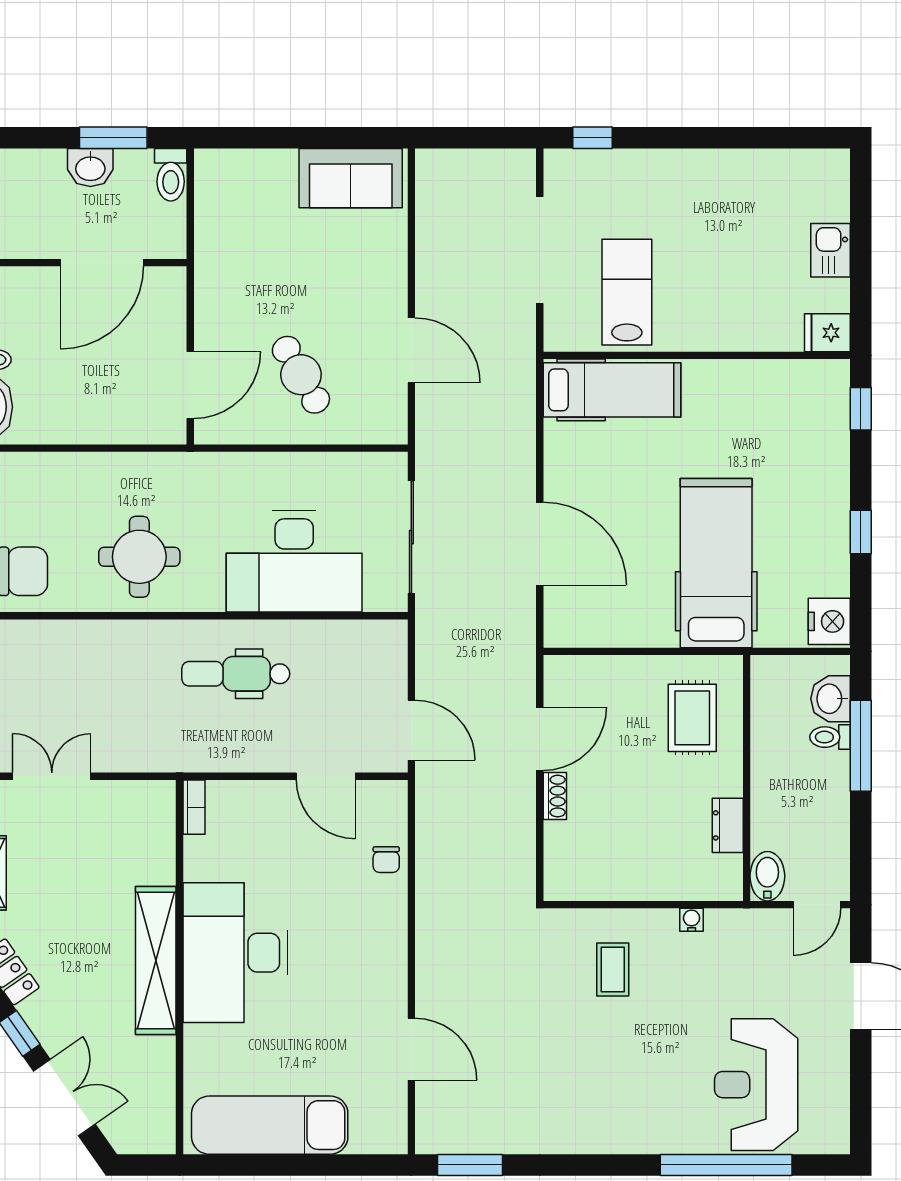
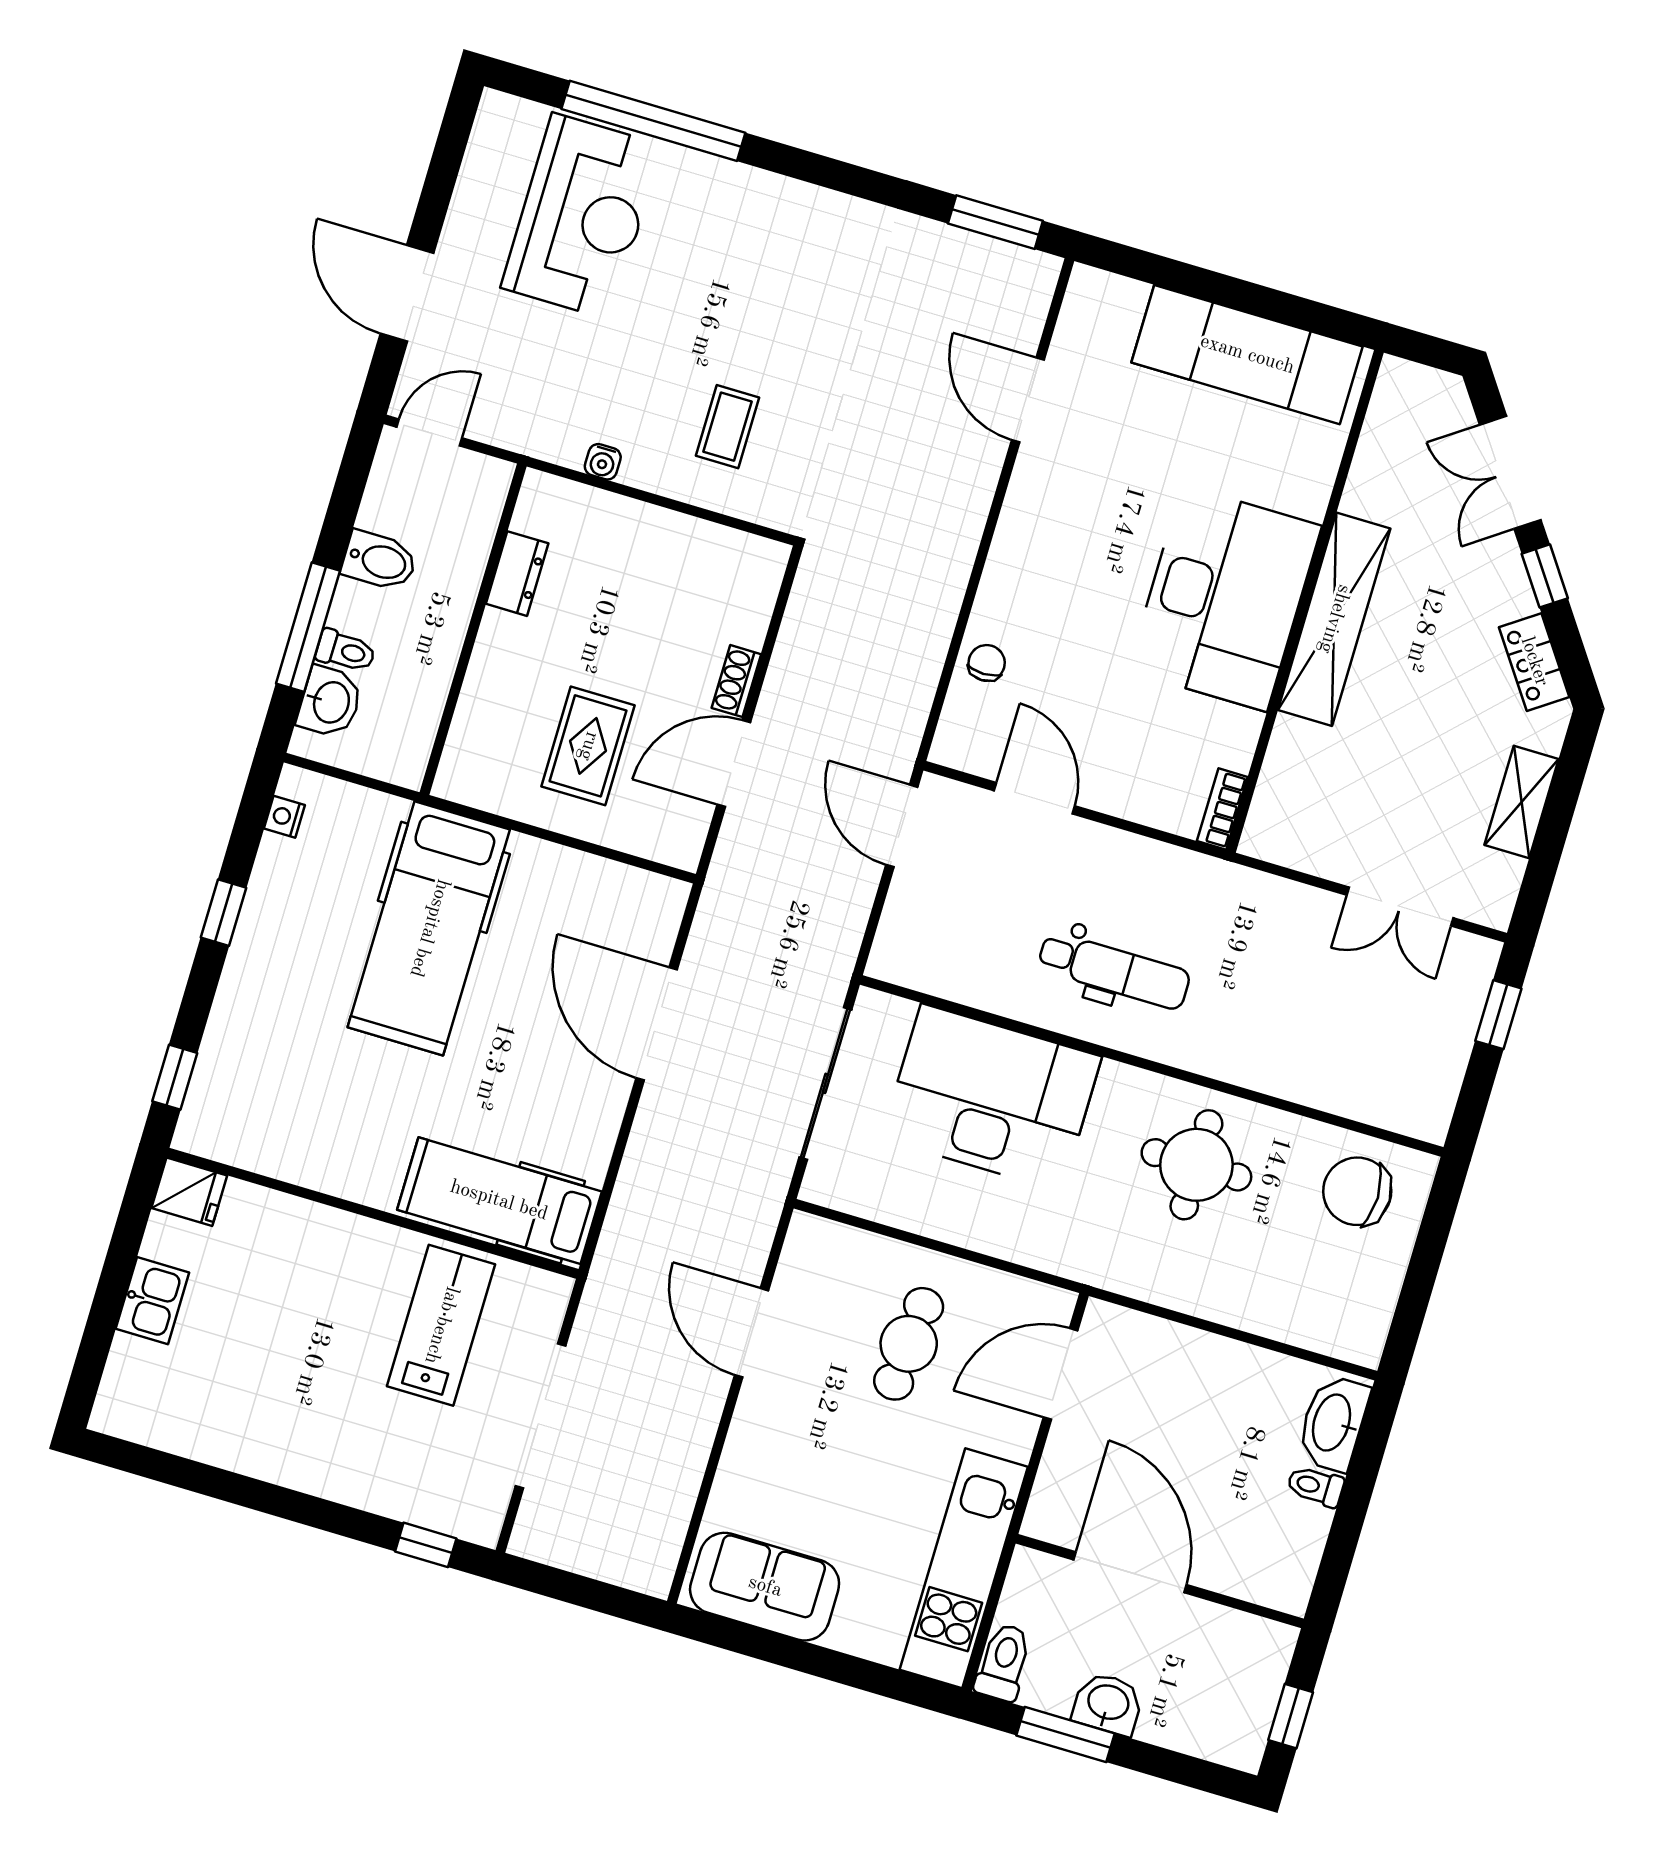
kitchen unit: (217, 232) -> (964, 1568), added
door: (102, 263) -> (1130, 1572), hinge flipped
lab bench: (627, 292) -> (441, 1325), turned 180
cafe table: (301, 375) -> (909, 1344), turned 35
nightstand: (829, 621) -> (284, 817), width x0.53, depth x0.56
rug: (692, 718) -> (588, 746), moved
bidet: (767, 876) -> (379, 561), moved, turned -90

